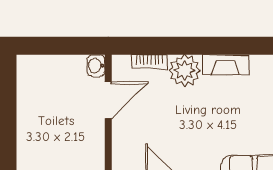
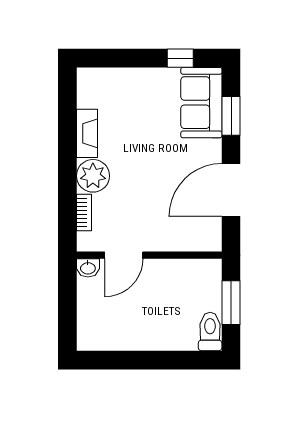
door: (108, 100) -> (124, 255), swing flipped

